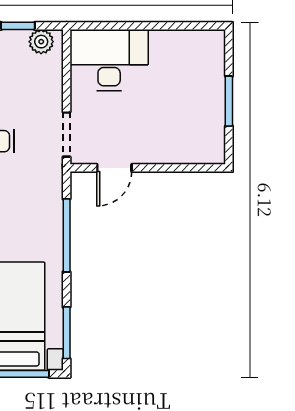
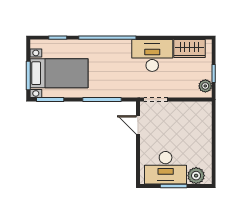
plant: (209, 59) -> (196, 176), added
desk: (109, 60) -> (166, 168), moved, turned 90

